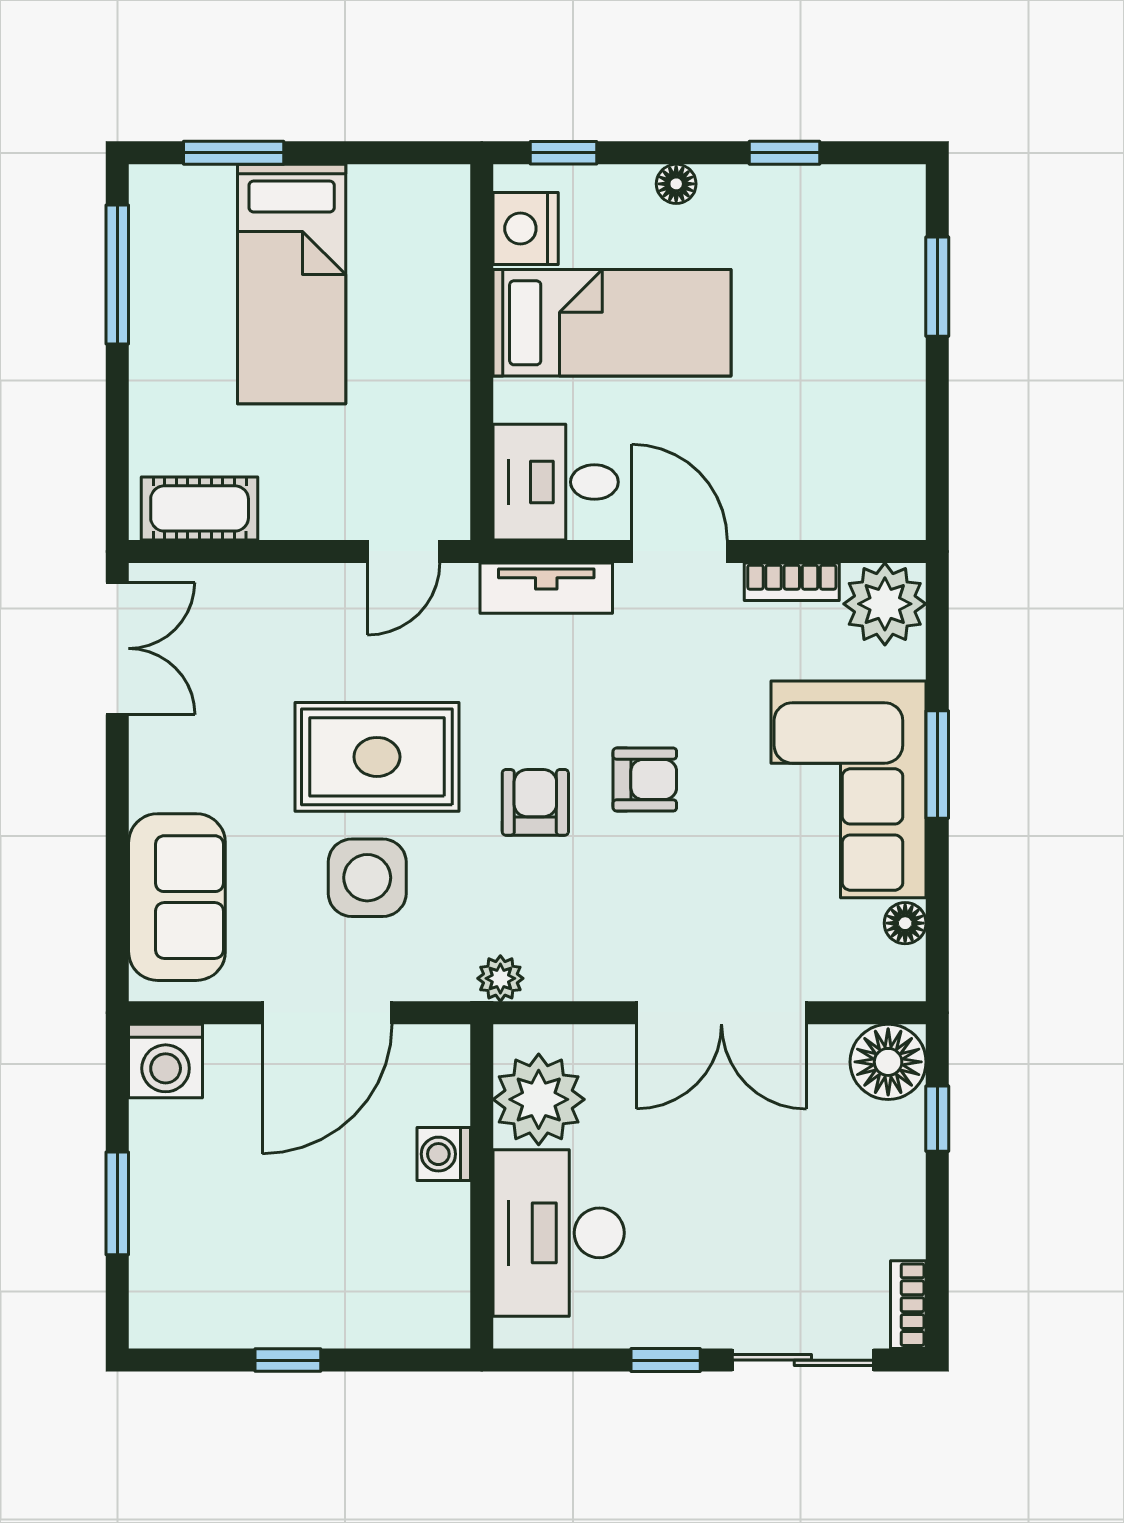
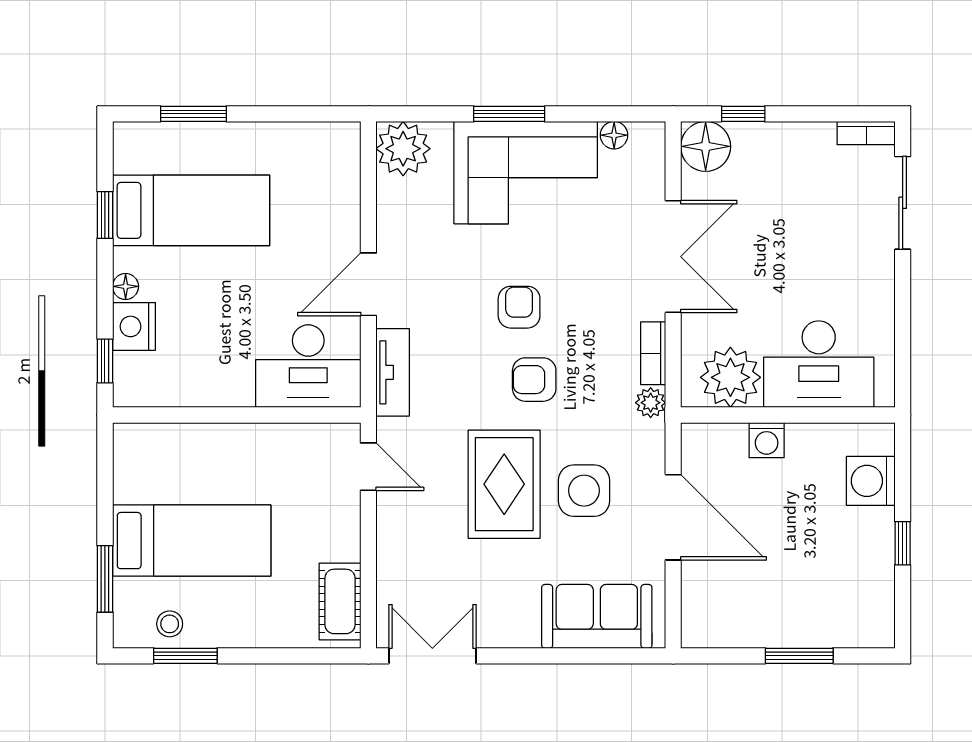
nightstand: (526, 229) -> (134, 326), moved, turned 90
stool: (166, 251) -> (170, 624), added
window: (117, 275) -> (185, 656), width x0.69
bed: (612, 323) -> (191, 210), moved, turned 90
desk: (556, 482) -> (308, 366), width x1.37
bookcase: (792, 582) -> (653, 353), moved, turned 180
washing machine: (166, 1061) -> (871, 481), moved, turned 180
window: (666, 1360) -> (903, 293), removed

